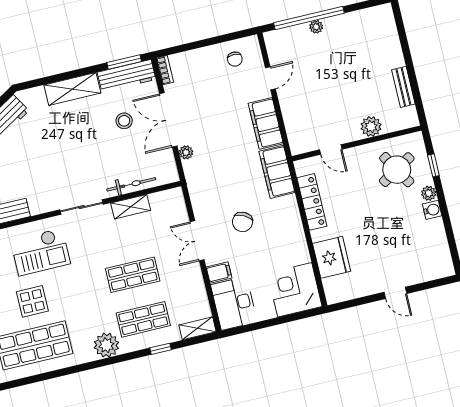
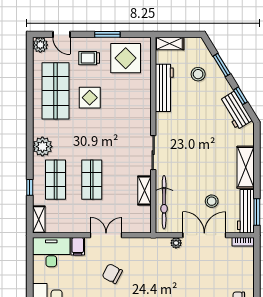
bicycle: (131, 184) -> (164, 202), width x1.37, depth x1.40
checkout: (40, 252) -> (126, 113), removed

